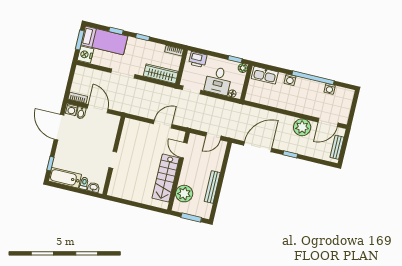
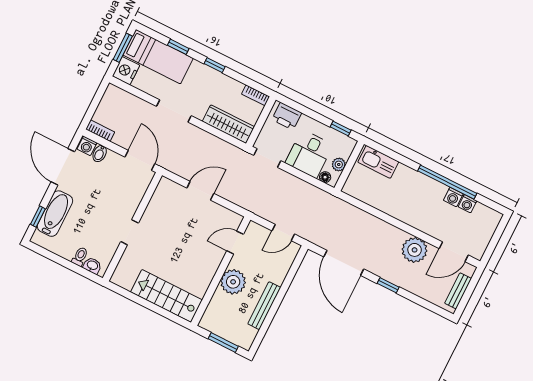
plant: (243, 68) -> (339, 164), moved
washing machine: (290, 80) -> (453, 197), moved
door: (98, 109) -> (140, 160), moved
door: (163, 124) -> (200, 191), moved
door: (258, 147) -> (344, 263), swing flipped
door: (183, 150) -> (235, 243), hinge flipped
bathtub: (65, 178) -> (55, 214), moved, turned 90
stairs: (166, 178) -> (167, 296), moved, turned 90
plant: (184, 194) -> (233, 282), moved

